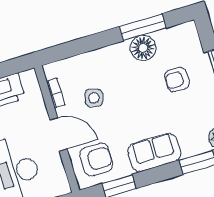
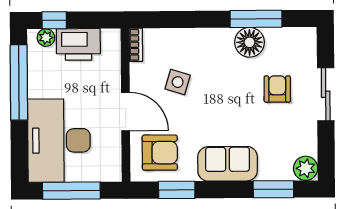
armchair: (177, 79) -> (277, 89), turned 90
bookcase: (56, 93) -> (136, 45), moved

